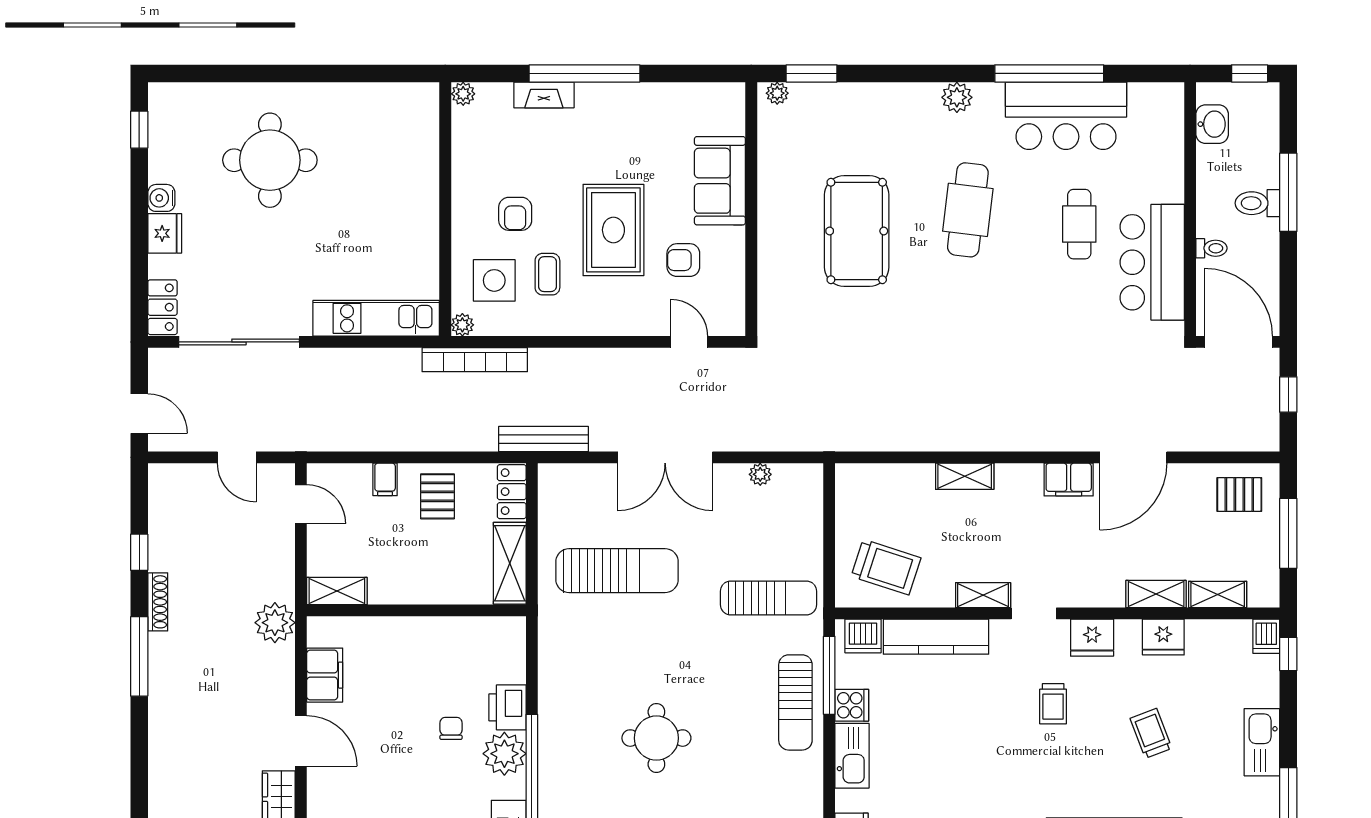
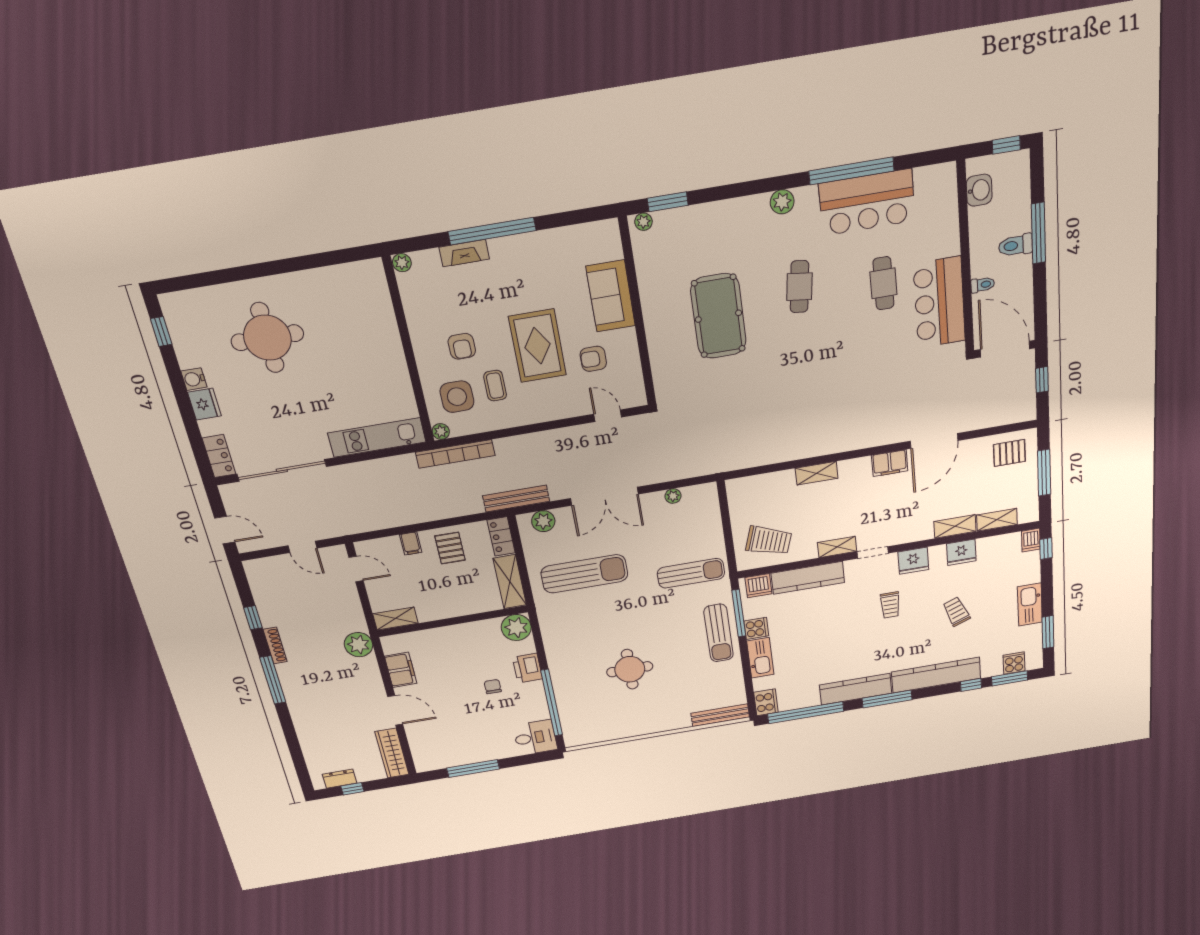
cafe table: (968, 210) -> (799, 287), width x0.73, depth x0.74
plant: (574, 479) -> (543, 521), added
plant: (504, 754) -> (516, 628), moved

